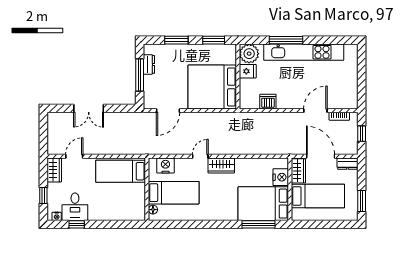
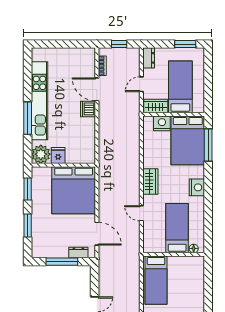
dresser: (149, 64) -> (78, 252), moved
dishwasher: (268, 102) -> (88, 109), moved
door: (200, 156) -> (141, 213), moved
door: (321, 156) -> (141, 84), width x0.53
nightstand: (165, 165) -> (197, 187), moved, turned 180

